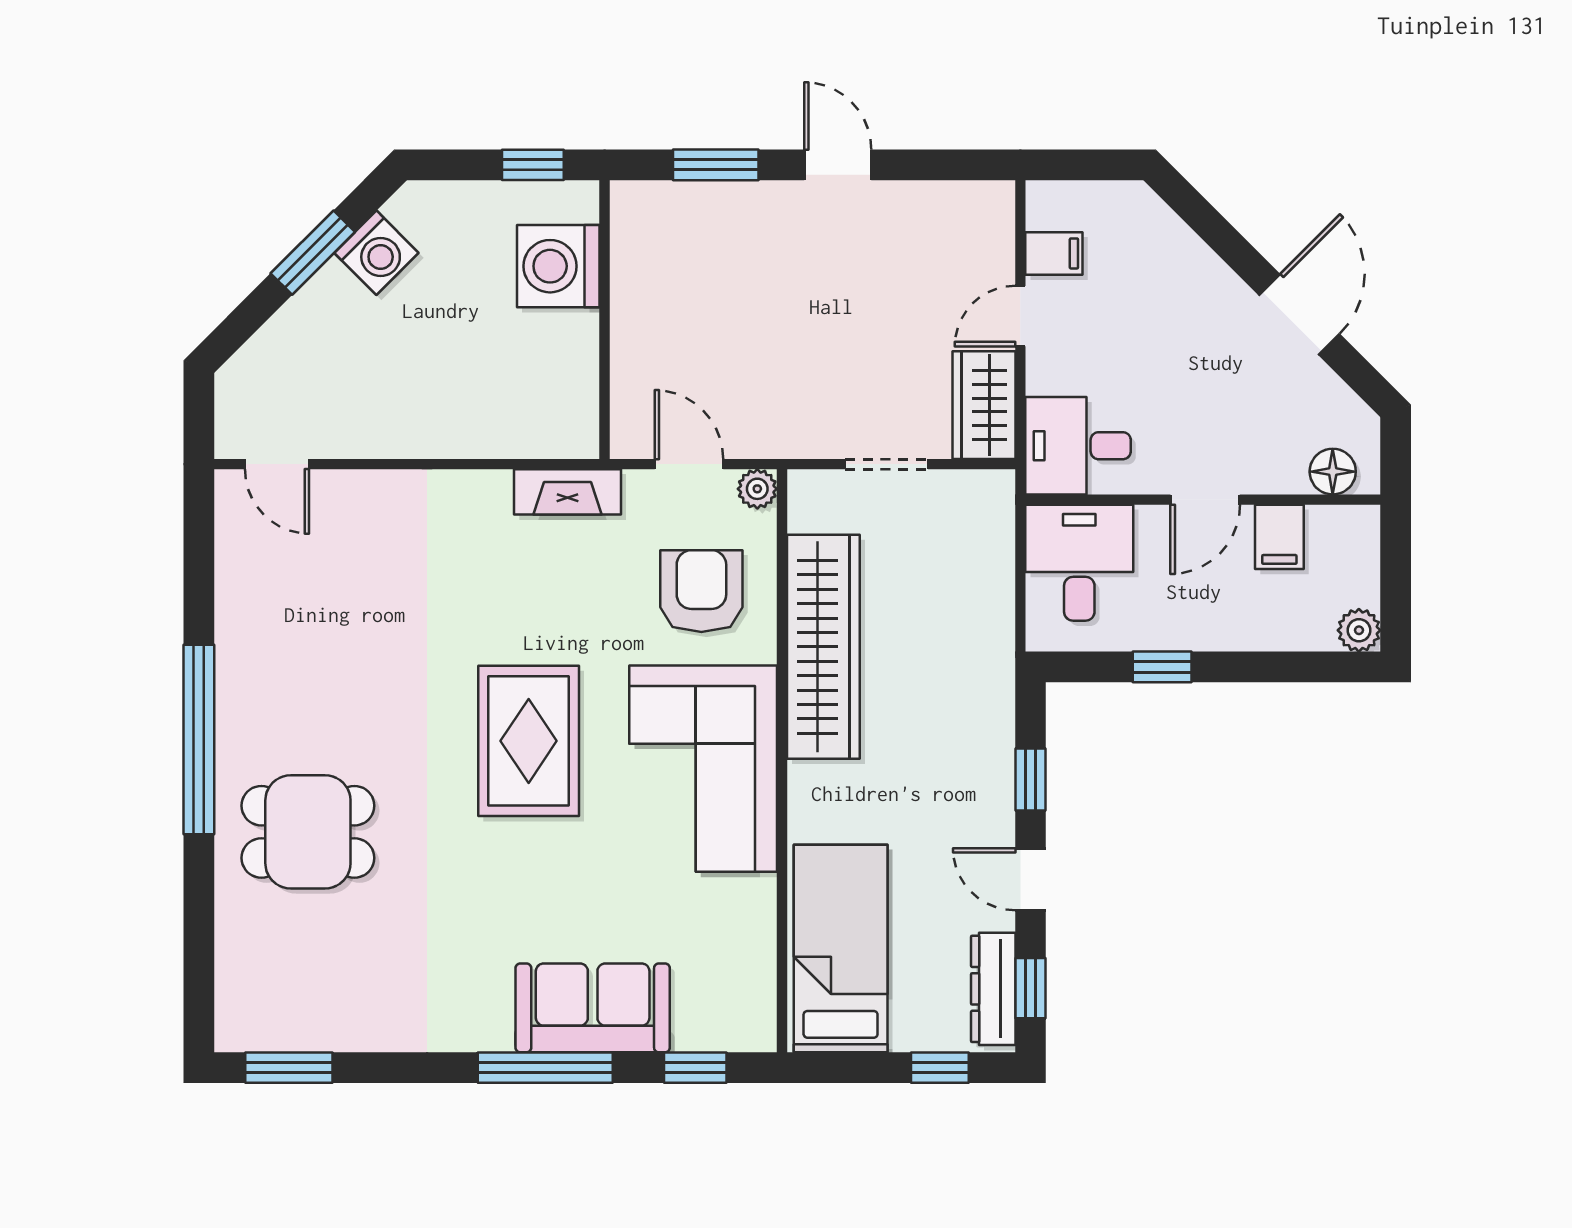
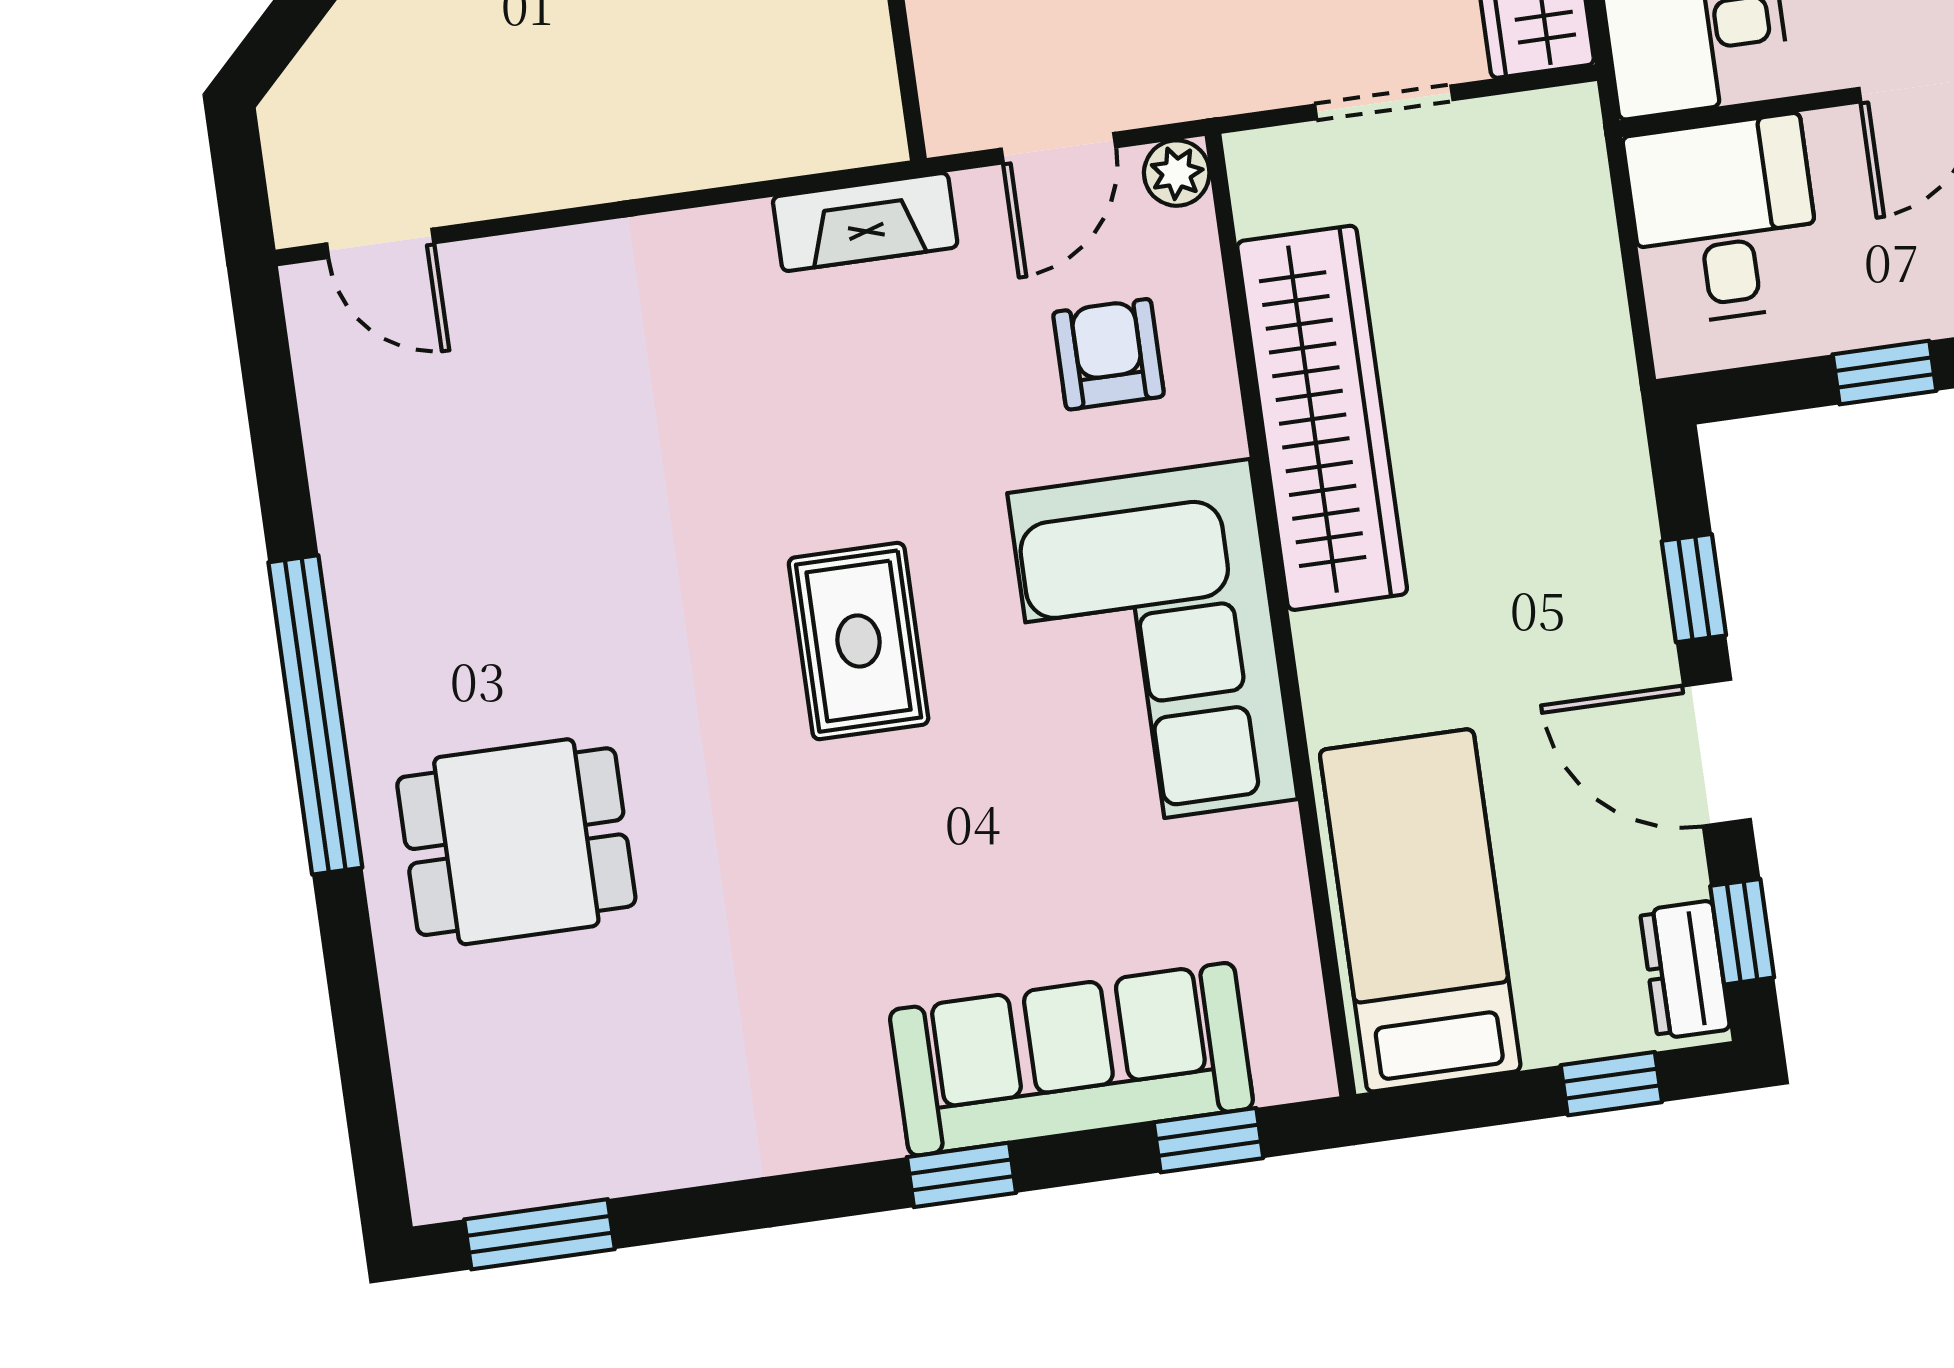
door: (689, 464) -> (1058, 148), swing flipped
armchair: (701, 591) -> (1108, 354), width x0.72, depth x0.72
rug: (529, 741) -> (859, 641), width x0.73, depth x0.70
door: (1031, 879) -> (1717, 753), width x1.38
dresser: (993, 989) -> (1685, 970), width x0.70
sofa: (593, 1008) -> (1071, 1059), width x1.36
window: (545, 1068) -> (962, 1175), width x0.46

